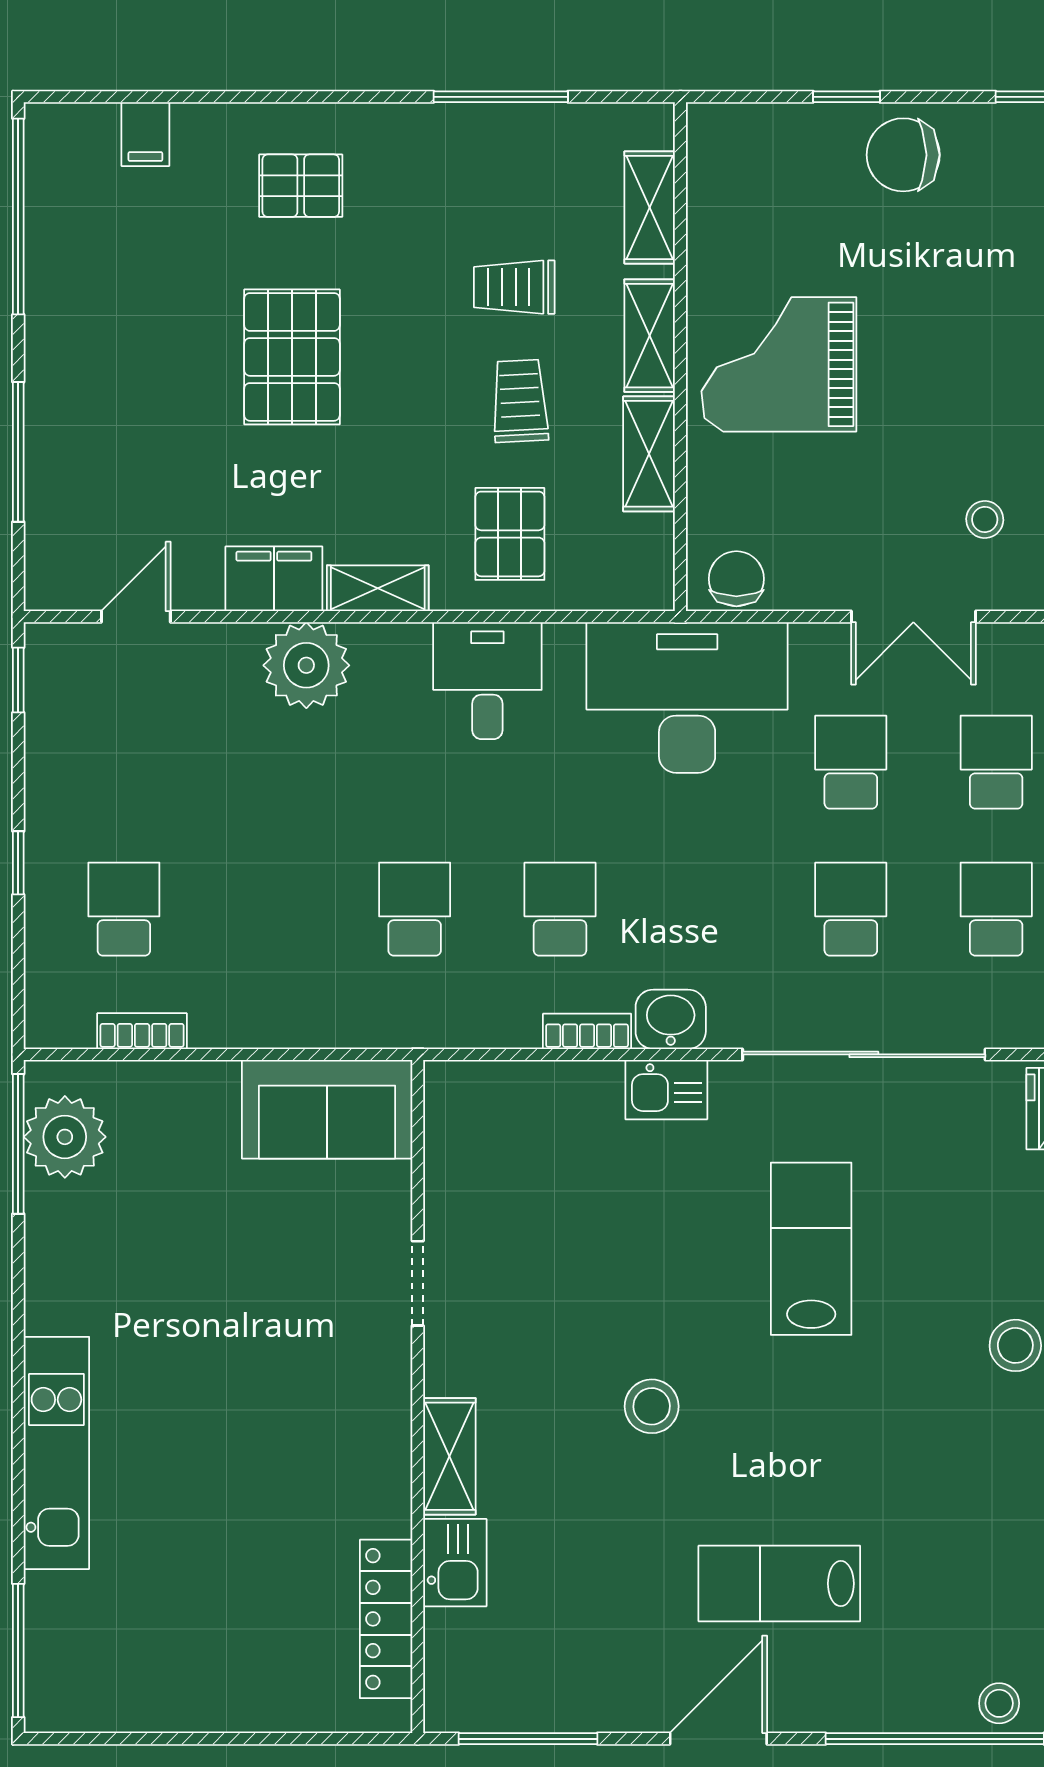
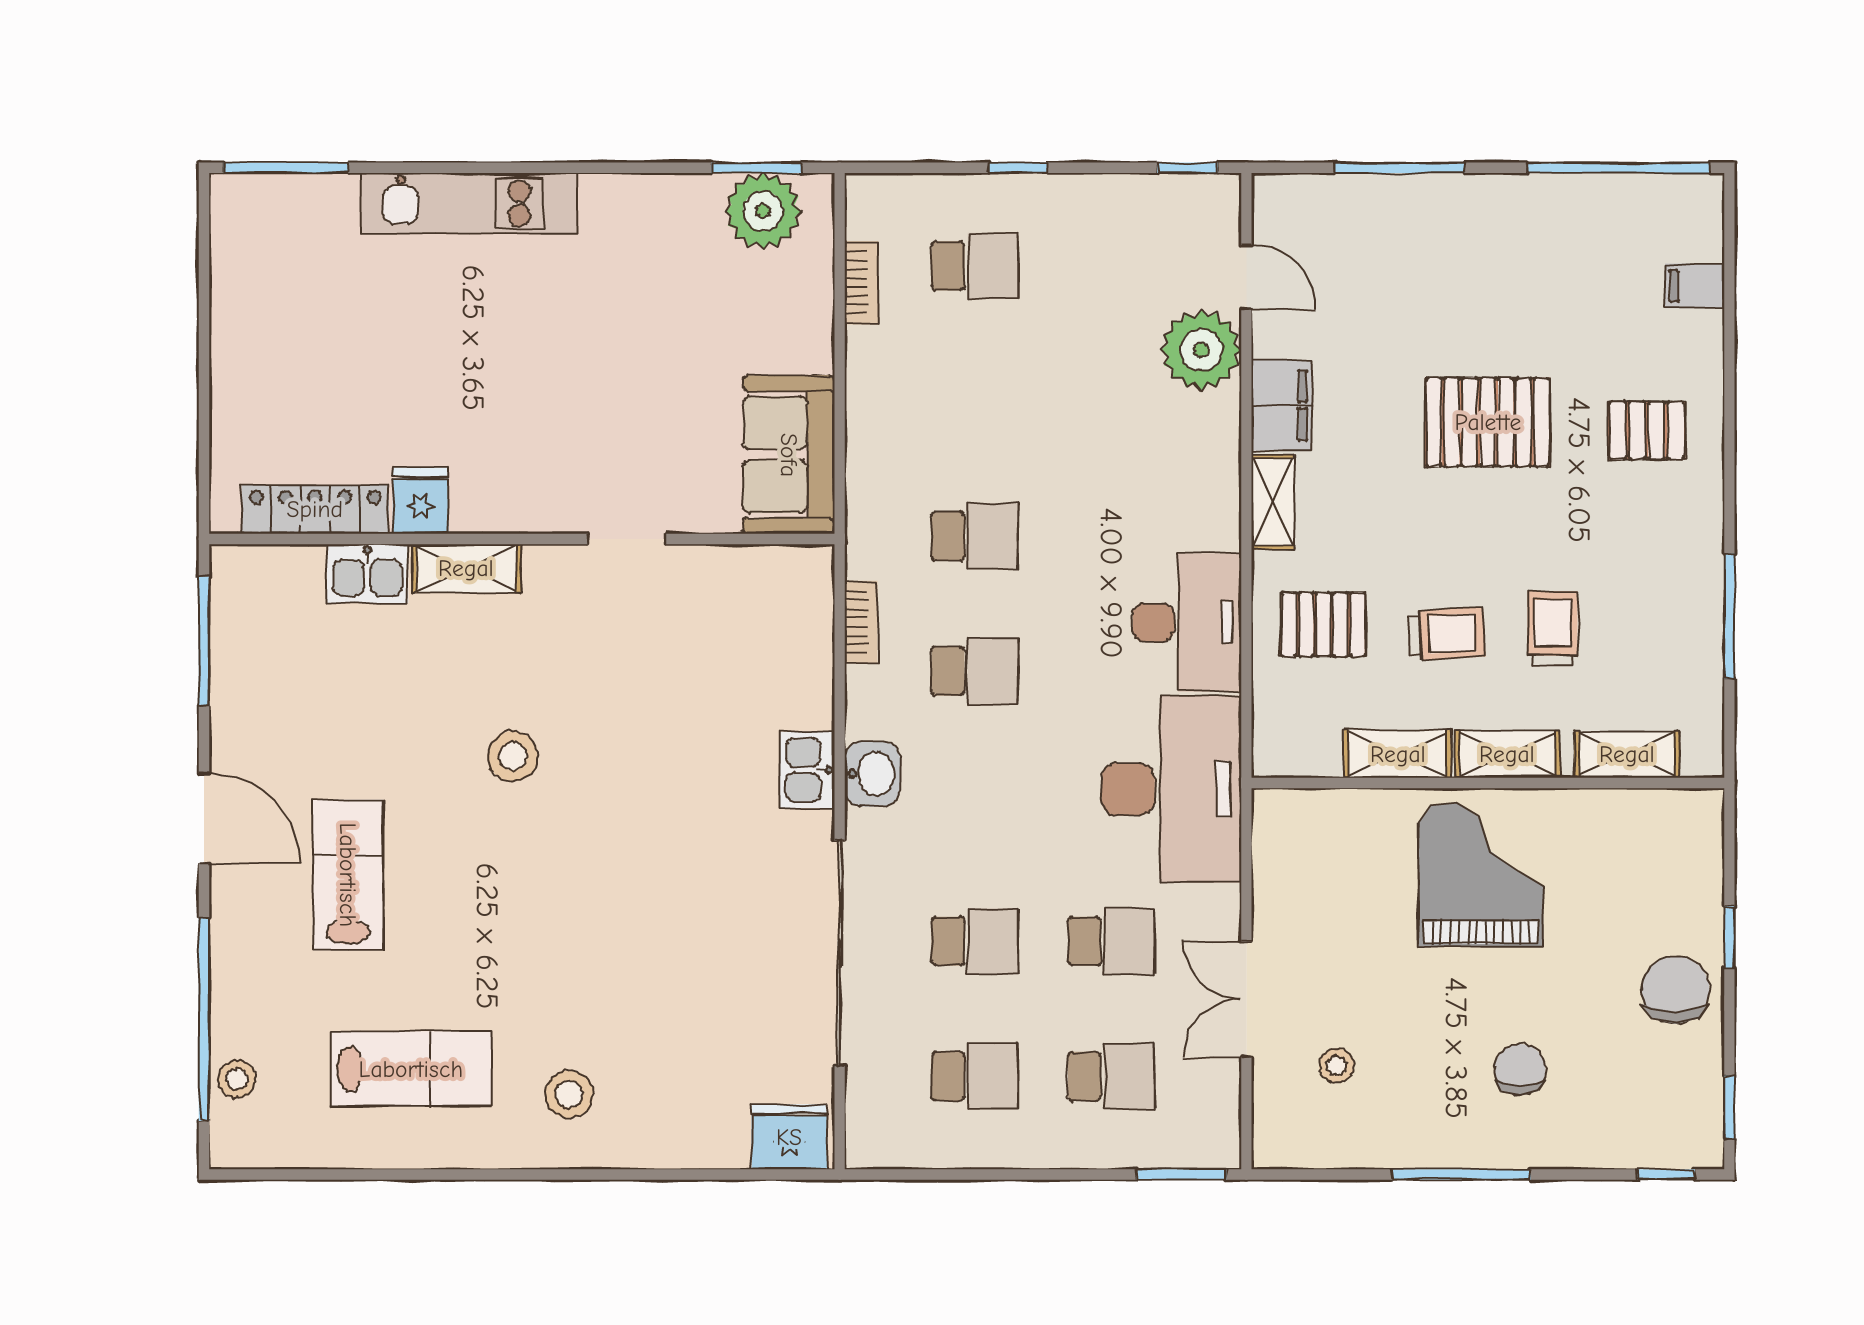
pallet: (301, 186) -> (1647, 430), turned 90
chair: (736, 579) -> (1520, 1070), moved, turned -90
plant: (306, 665) -> (1201, 350), moved
desk: (487, 681) -> (1187, 622), width x1.37
bookcase: (587, 1031) -> (861, 622), moved
window: (18, 1144) -> (757, 168), width x0.69
lab bench: (811, 1249) -> (411, 1069), moved
fridge: (377, 1506) -> (421, 501), added

